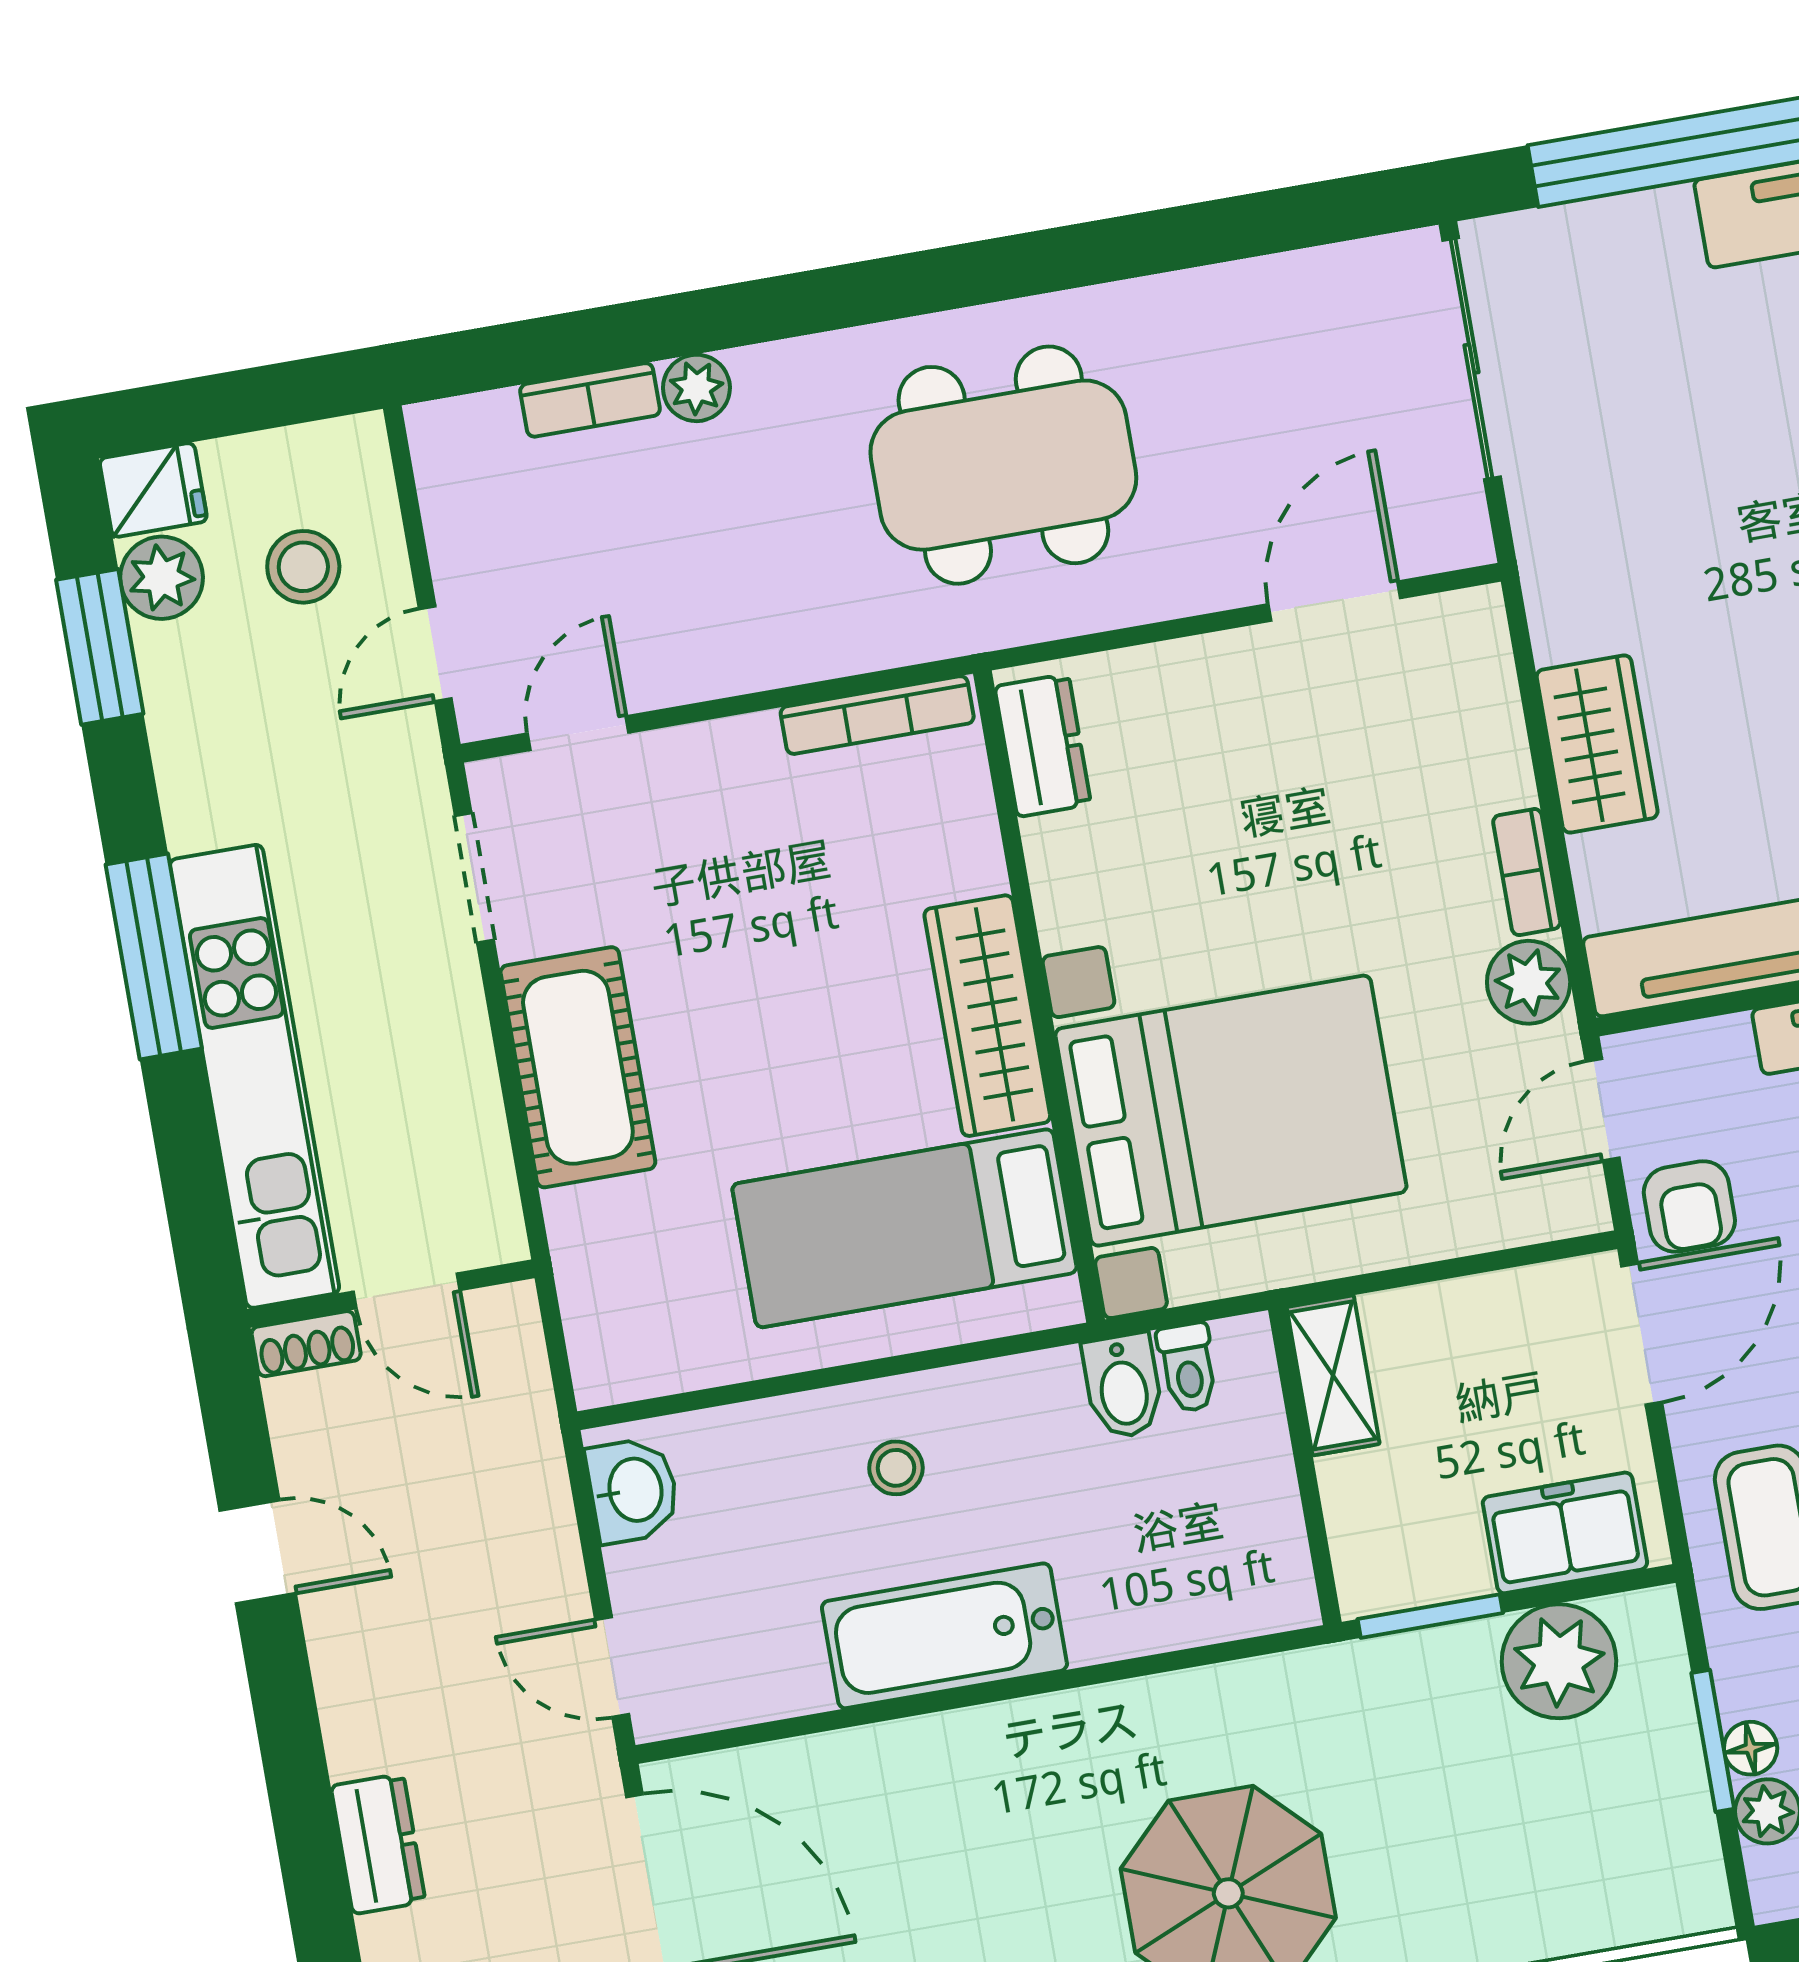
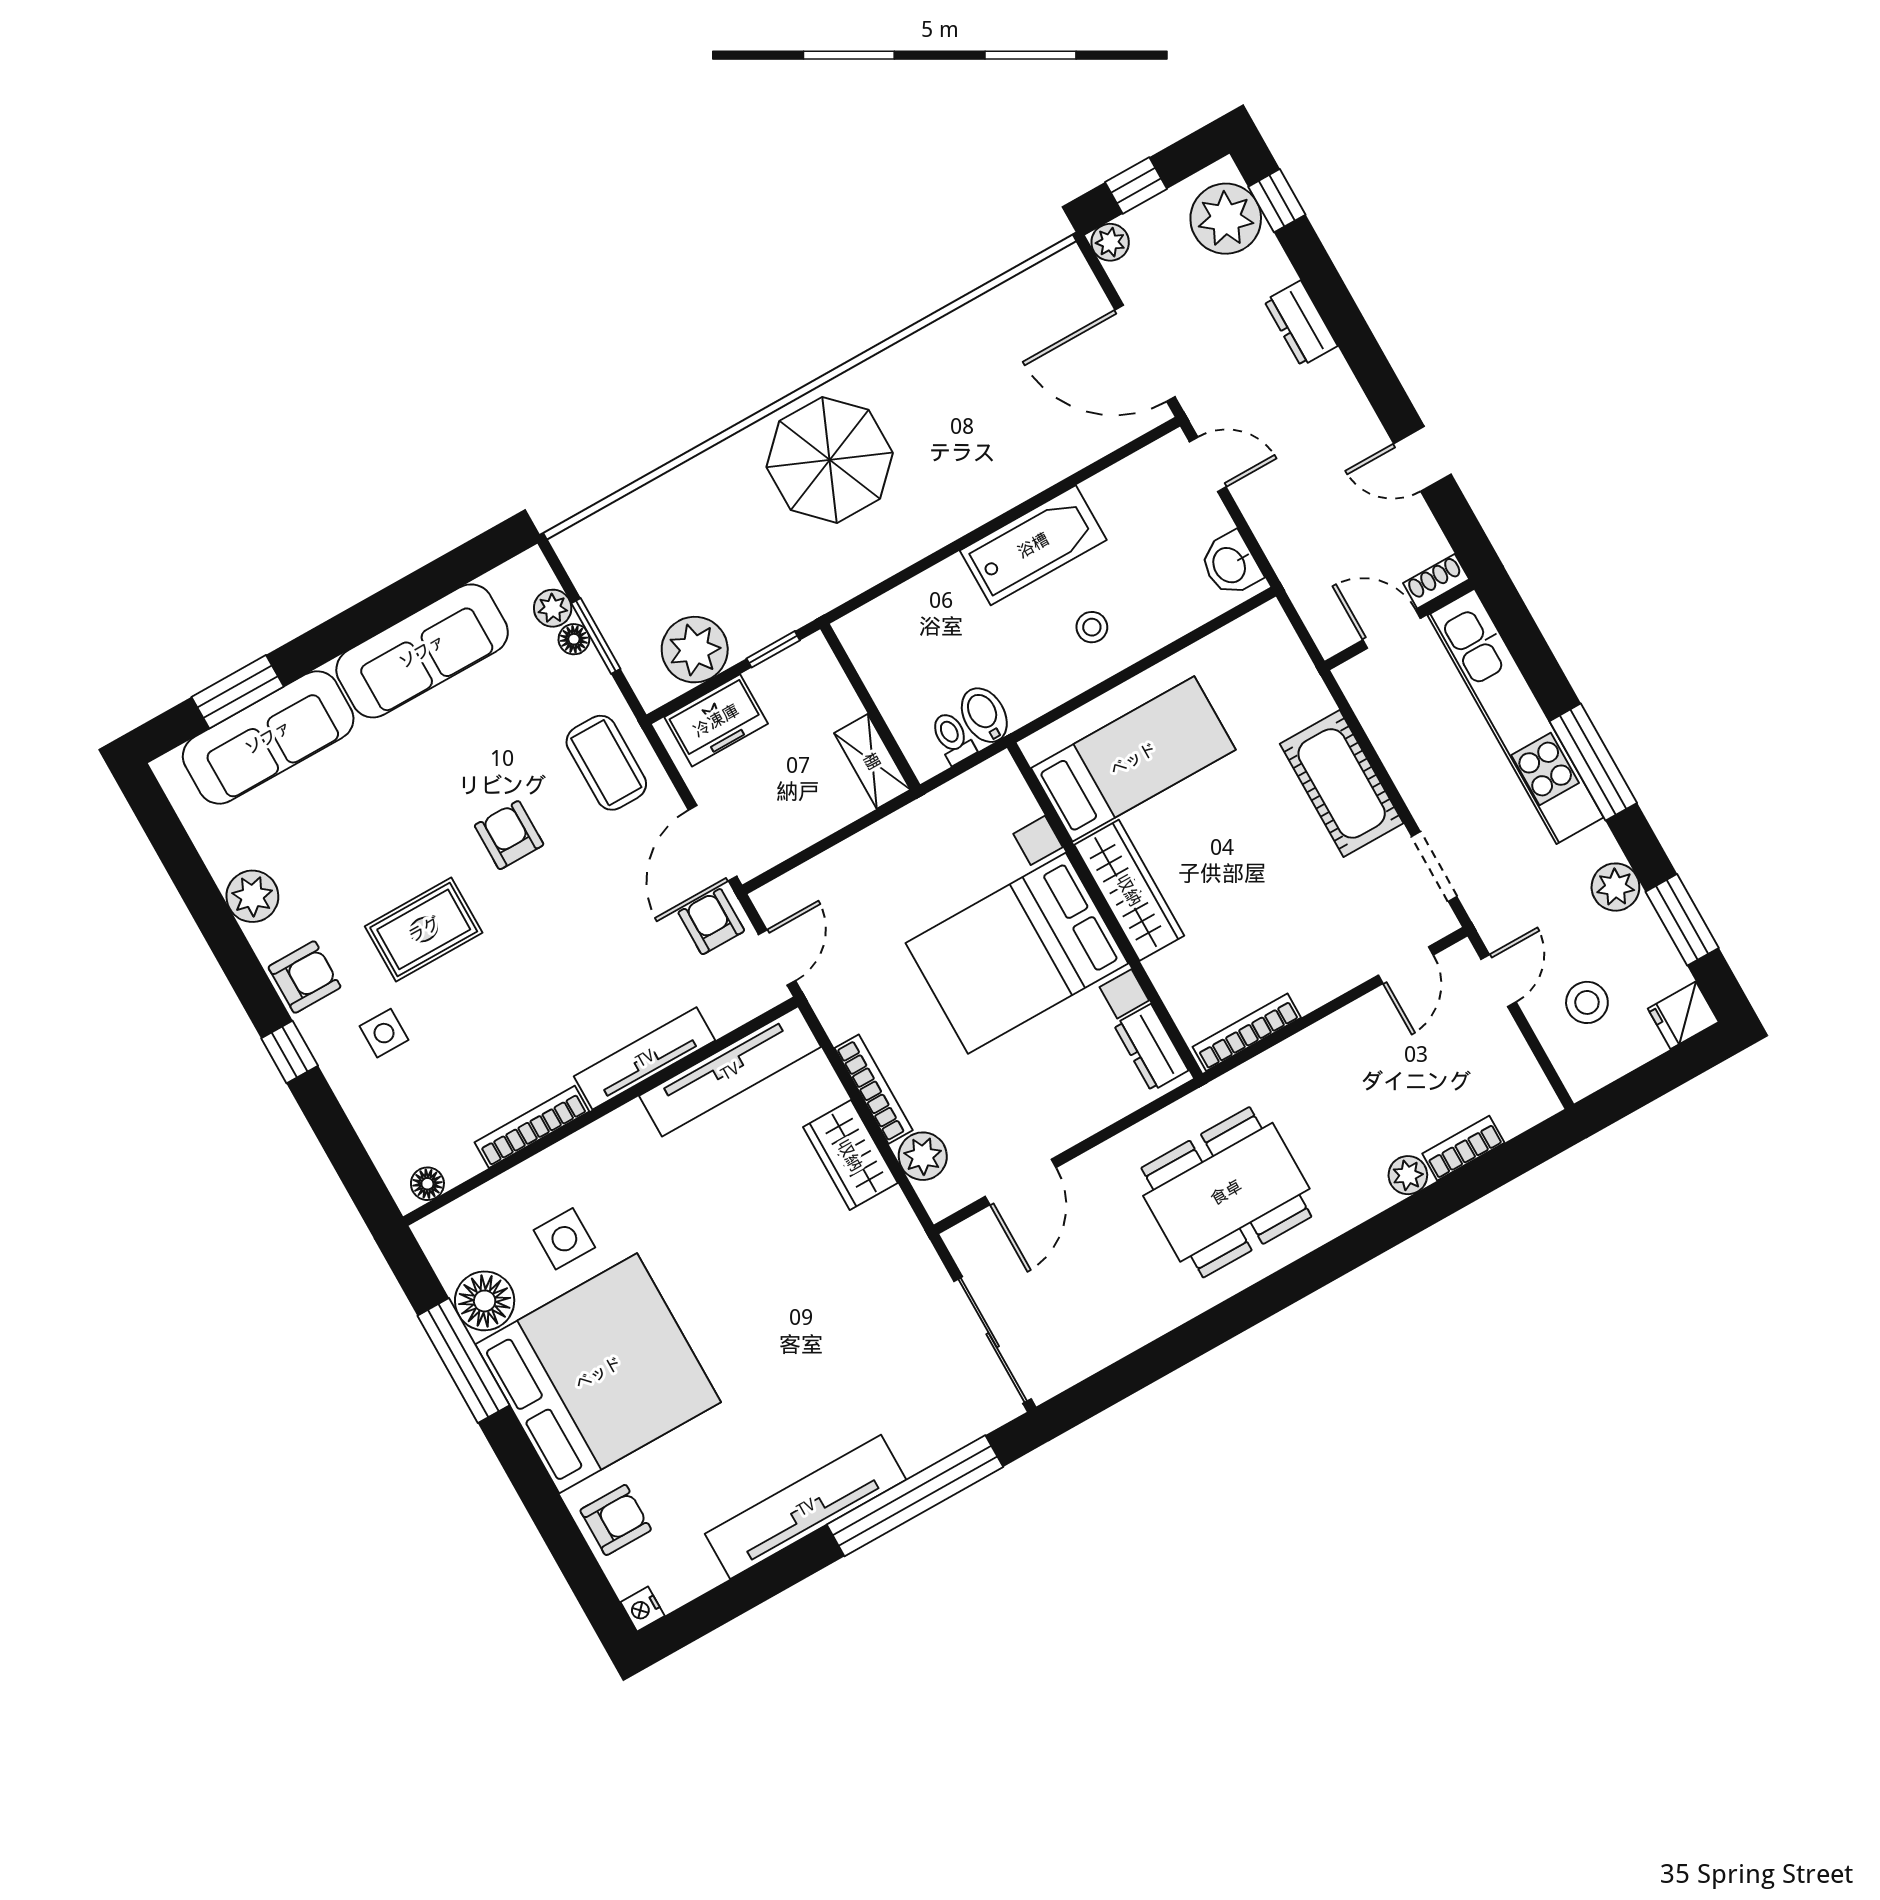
plant: (162, 578) -> (1615, 887), moved
bookcase: (1527, 872) -> (874, 1089), width x1.56
plant: (1529, 982) -> (923, 1156), moved
bed with nightstands: (1231, 1111) -> (1017, 953), moved
window: (1430, 1616) -> (773, 649), width x0.67

